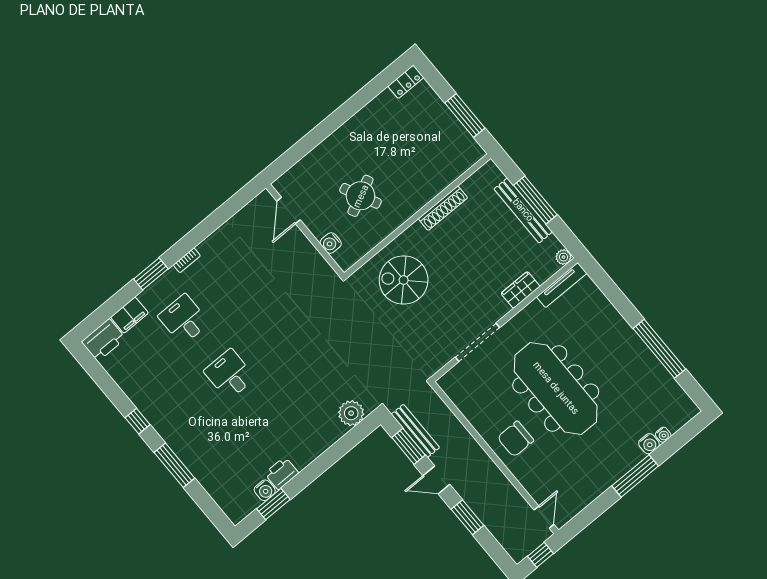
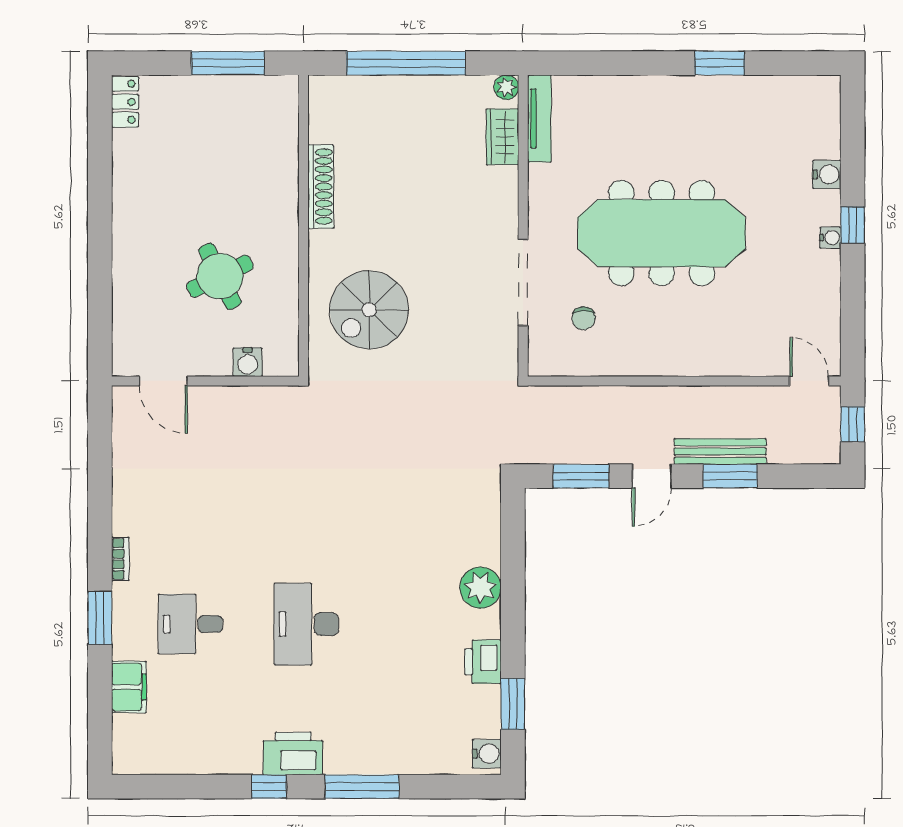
window: (535, 200) -> (406, 63), width x1.46
bench: (523, 210) -> (407, 89), removed
wardrobe: (520, 290) -> (502, 137), moved
printer: (104, 340) -> (293, 753), moved, turned -90
window: (659, 349) -> (720, 63), width x0.47
desk: (230, 374) -> (306, 624), width x1.37
plant: (351, 413) -> (480, 588), moved
bench: (415, 431) -> (720, 452), moved
water cooler: (663, 435) -> (830, 238), moved
chair: (516, 439) -> (584, 318), moved, width x0.54, depth x0.54
window: (635, 476) -> (853, 225), width x0.46
water cooler: (265, 490) -> (487, 754), moved

